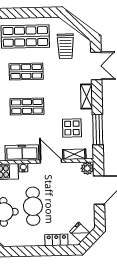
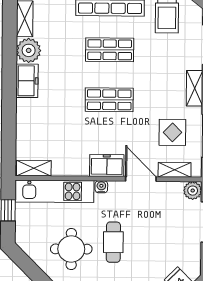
freezer: (22, 153) -> (107, 166), width x0.71
cafe table: (33, 206) -> (113, 242), width x0.73, depth x0.74

